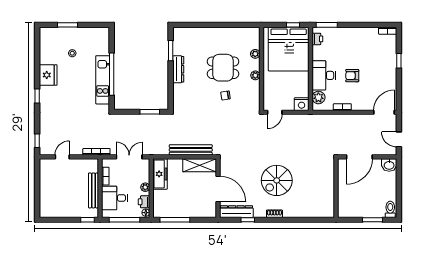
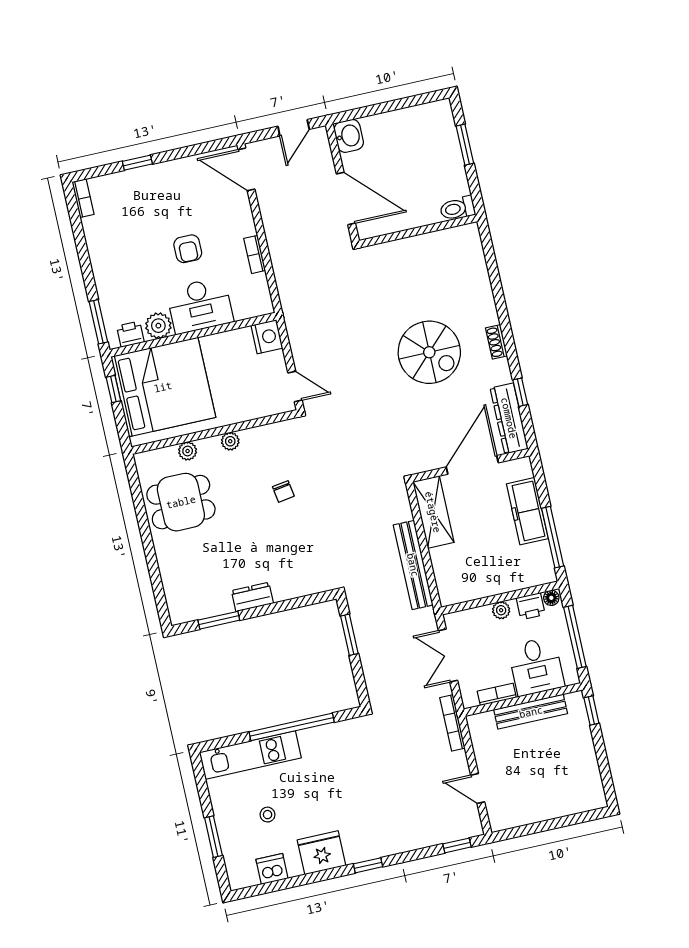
dishwasher: (46, 50) -> (272, 869), added
dining table: (223, 68) -> (181, 502), moved, turned 90
dresser: (178, 69) -> (252, 597), width x0.70
kitchen unit: (103, 80) -> (250, 755), moved
plant: (318, 97) -> (158, 326), moved
bench: (191, 150) -> (413, 565), moved
freezer: (160, 174) -> (527, 511), moved, turned -90
toilet: (390, 209) -> (457, 208), moved

